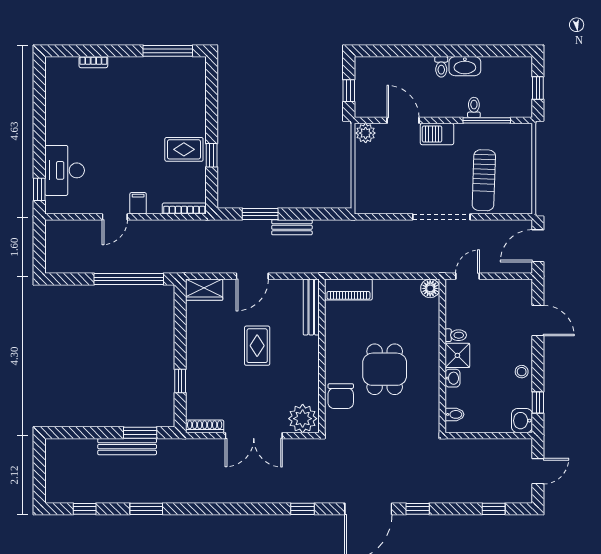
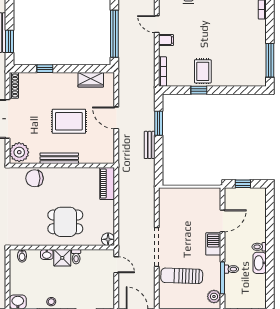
plant: (366, 133) -> (214, 297), moved
wardrobe: (204, 290) -> (91, 80), moved, turned -90
bench: (311, 307) -> (59, 158), moved
rug: (257, 346) -> (69, 121), width x1.36, depth x1.43
dining table: (385, 369) -> (65, 222), moved

